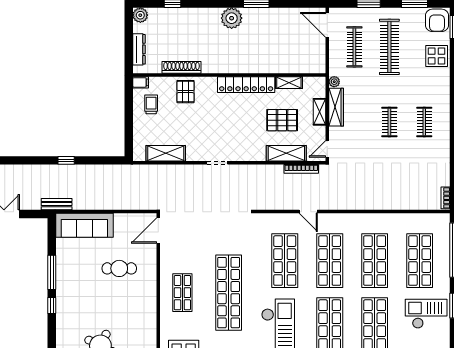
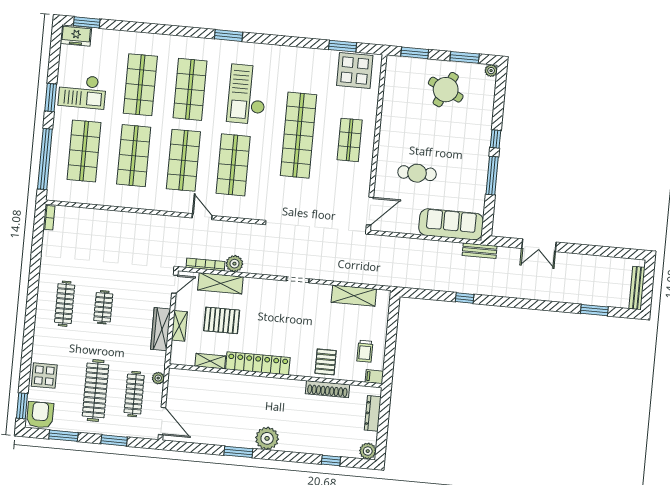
plant: (334, 82) -> (158, 378), moved
clothes rail: (424, 122) -> (65, 304), width x1.36
plant: (275, 172) -> (234, 264), added

